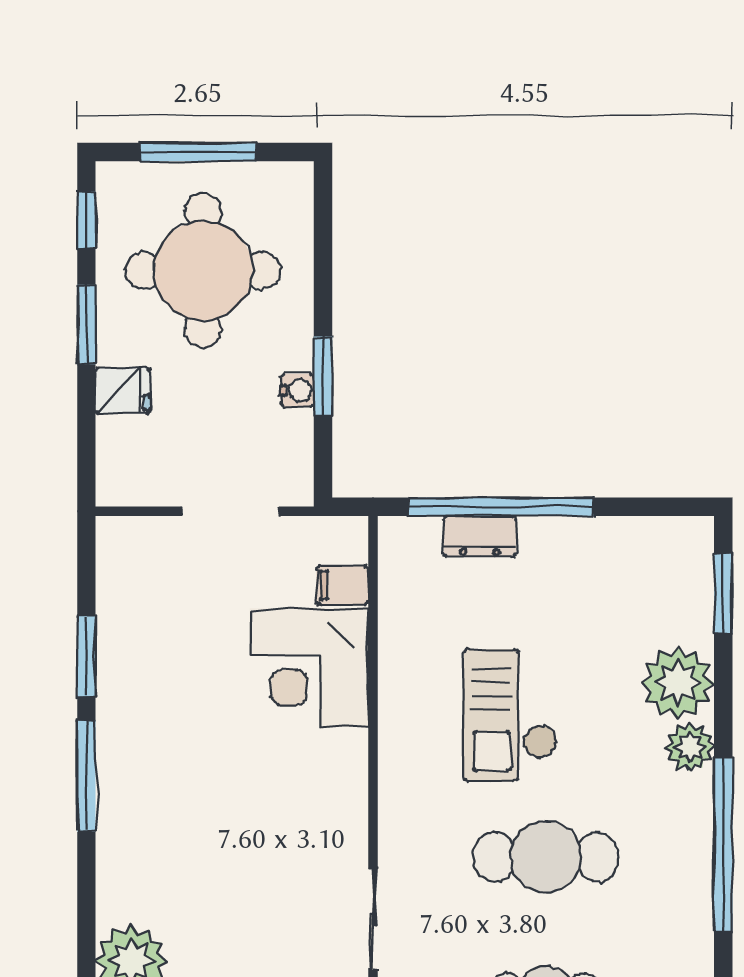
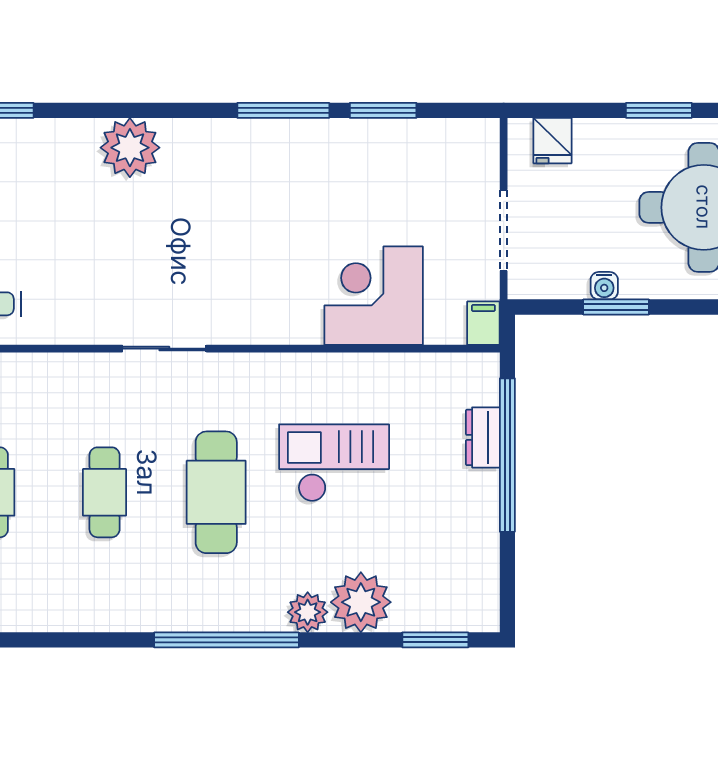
fridge: (123, 391) -> (552, 141), moved
filing cabinet: (342, 585) -> (483, 323), moved

